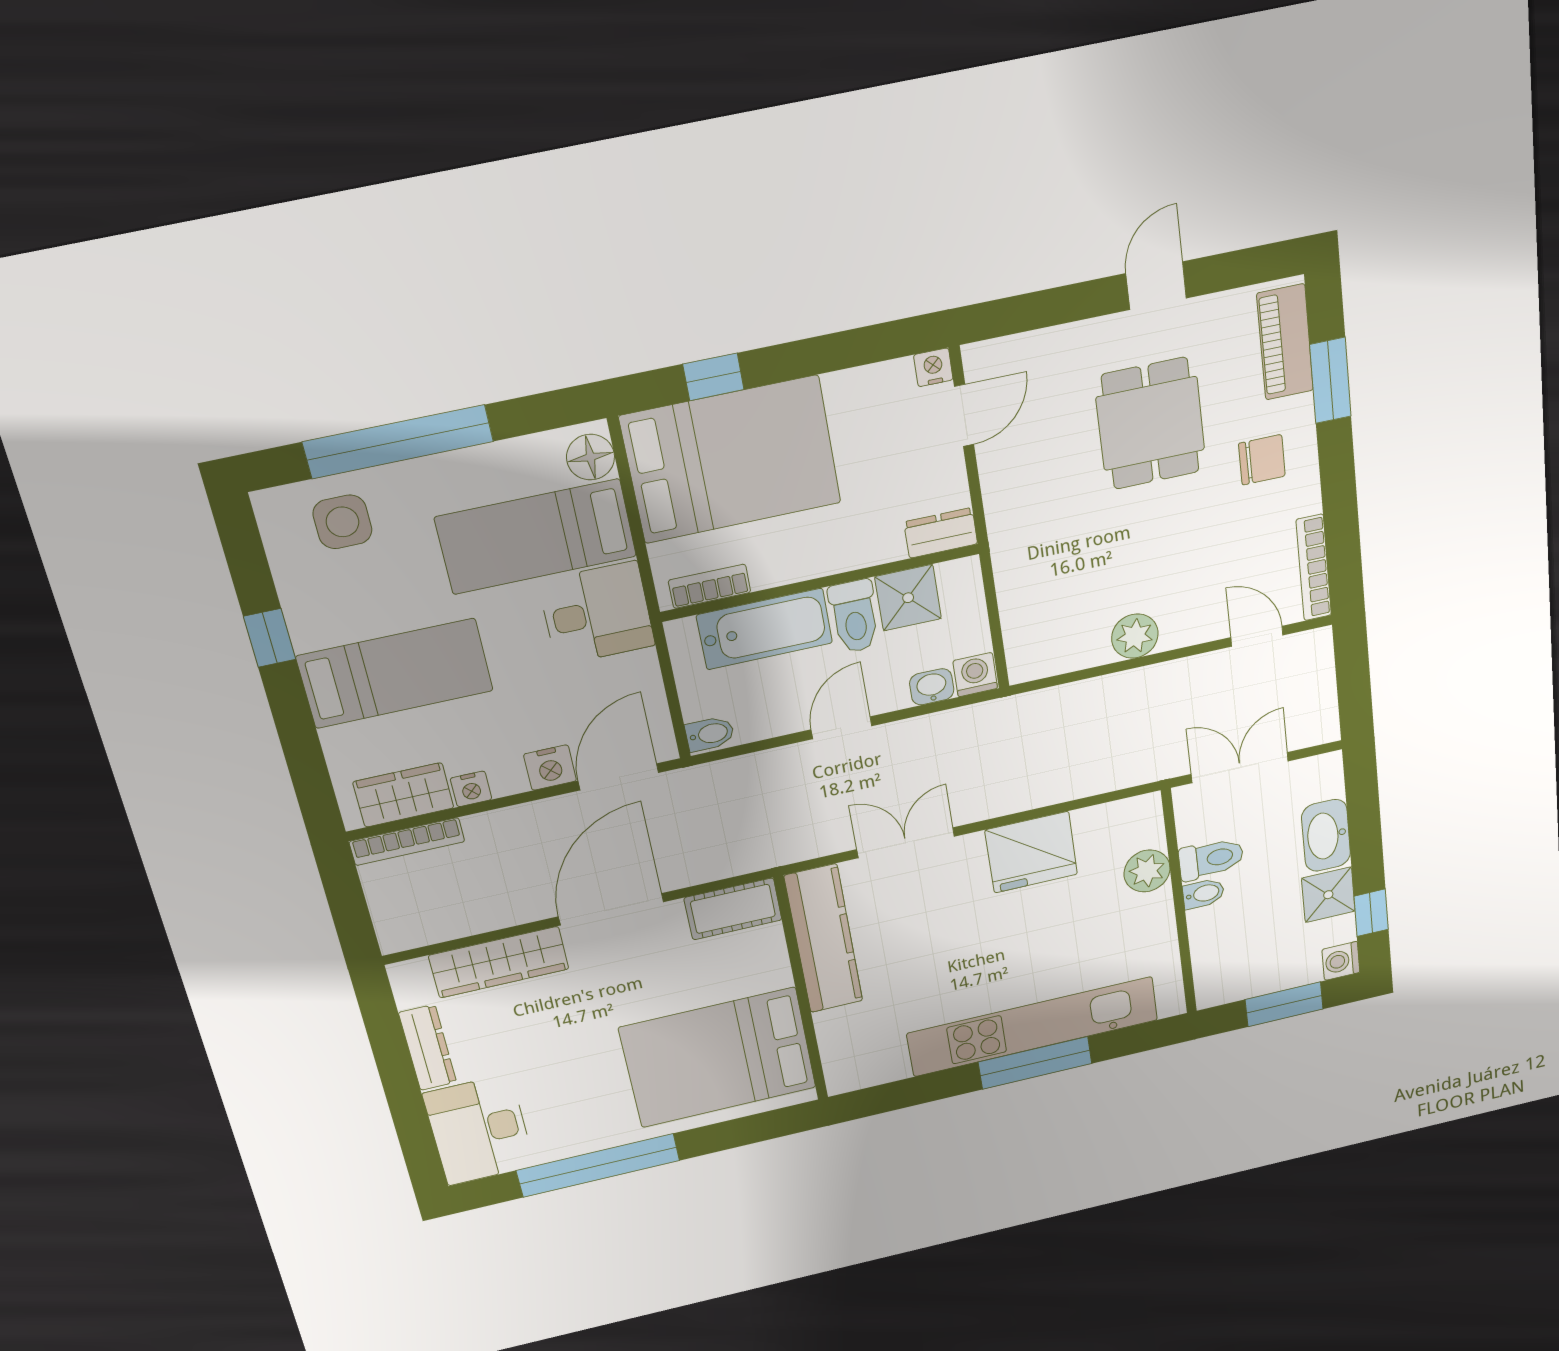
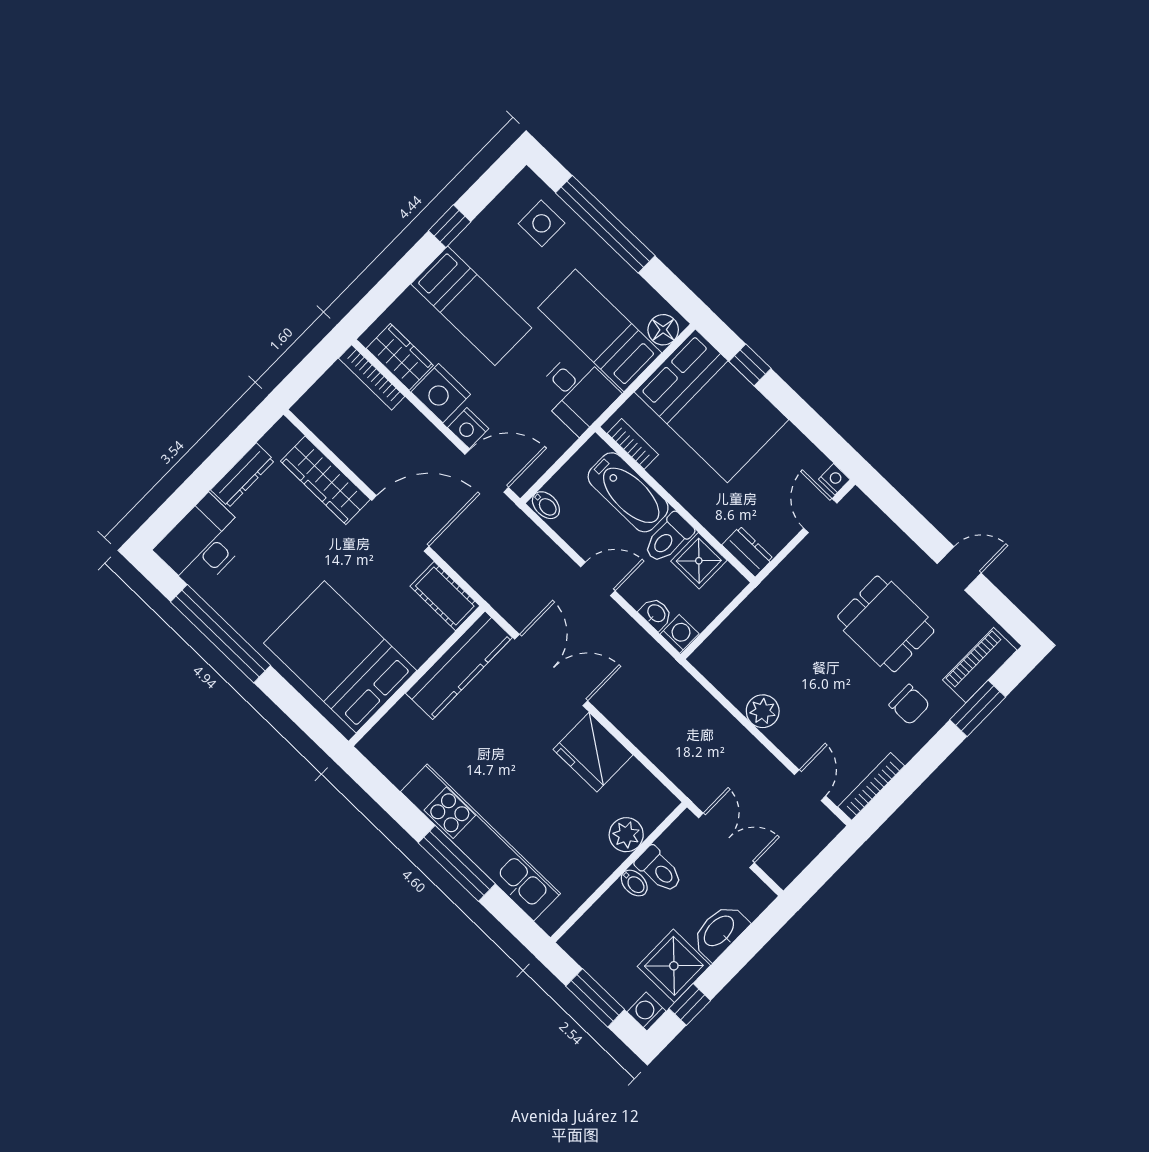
door: (964, 415) -> (820, 516), swing flipped
dining table: (1150, 424) -> (886, 624), turned 90
nightstand: (471, 789) -> (441, 393), width x1.89, depth x1.79
double door: (906, 843) -> (551, 670), width x1.37
shower: (1328, 895) -> (674, 966), width x1.36, depth x1.36

